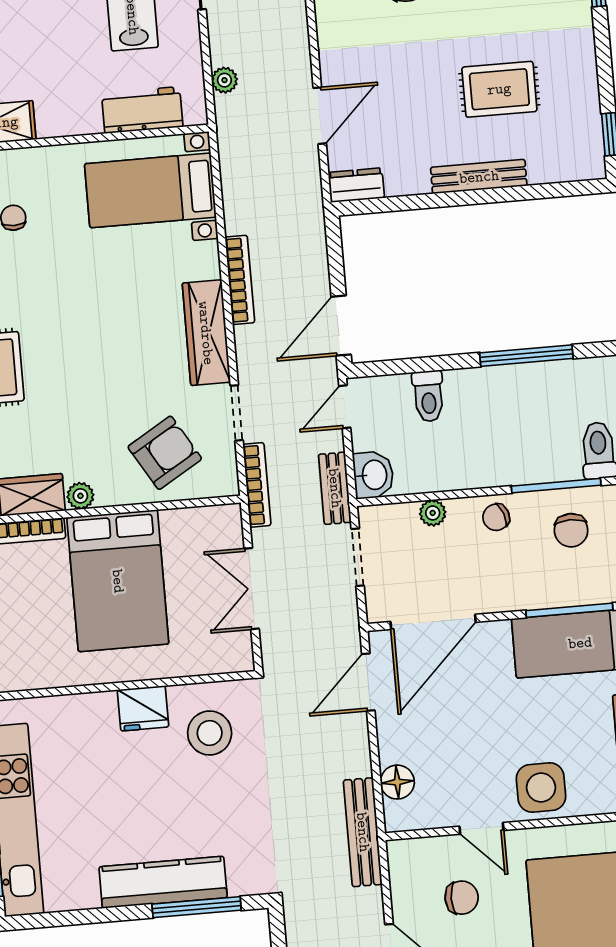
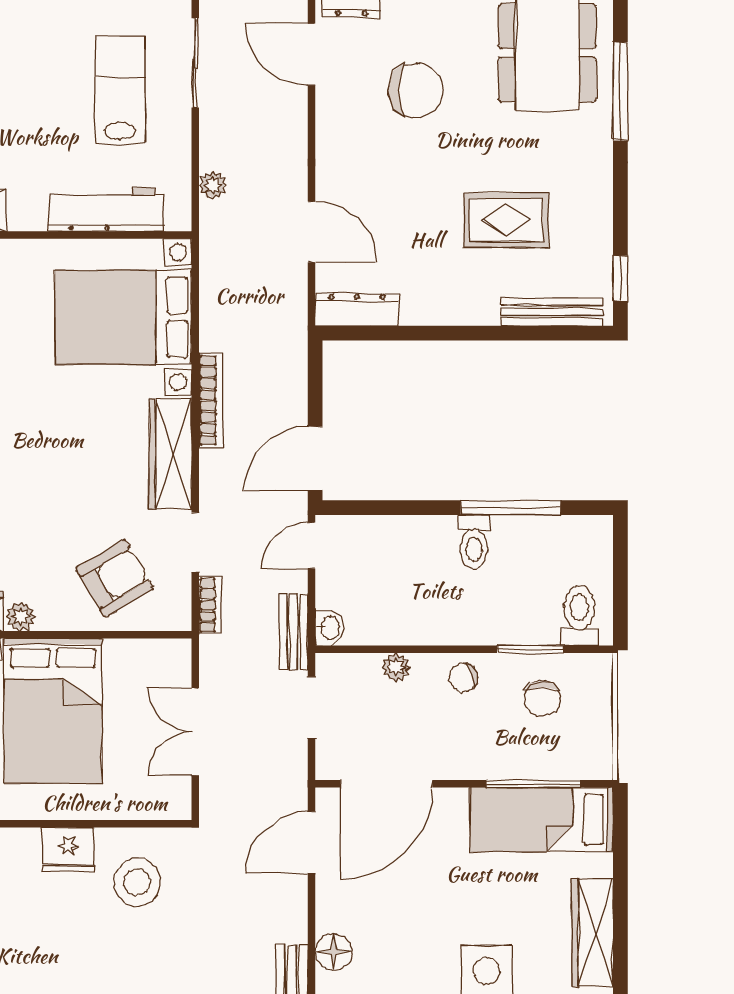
workbench: (142, 110) -> (106, 210), width x1.37
door: (320, 116) -> (312, 232), hinge flipped
bench: (479, 177) -> (552, 312), moved
dresser: (356, 185) -> (357, 310), width x1.44
bed with nightstands: (150, 190) -> (123, 317), width x1.36
toilet: (428, 396) -> (474, 542), moved
washbasin: (373, 475) -> (330, 628), width x0.72, depth x0.69
bookcase: (257, 485) -> (210, 605), width x0.64
window: (556, 486) -> (530, 649), width x0.69

